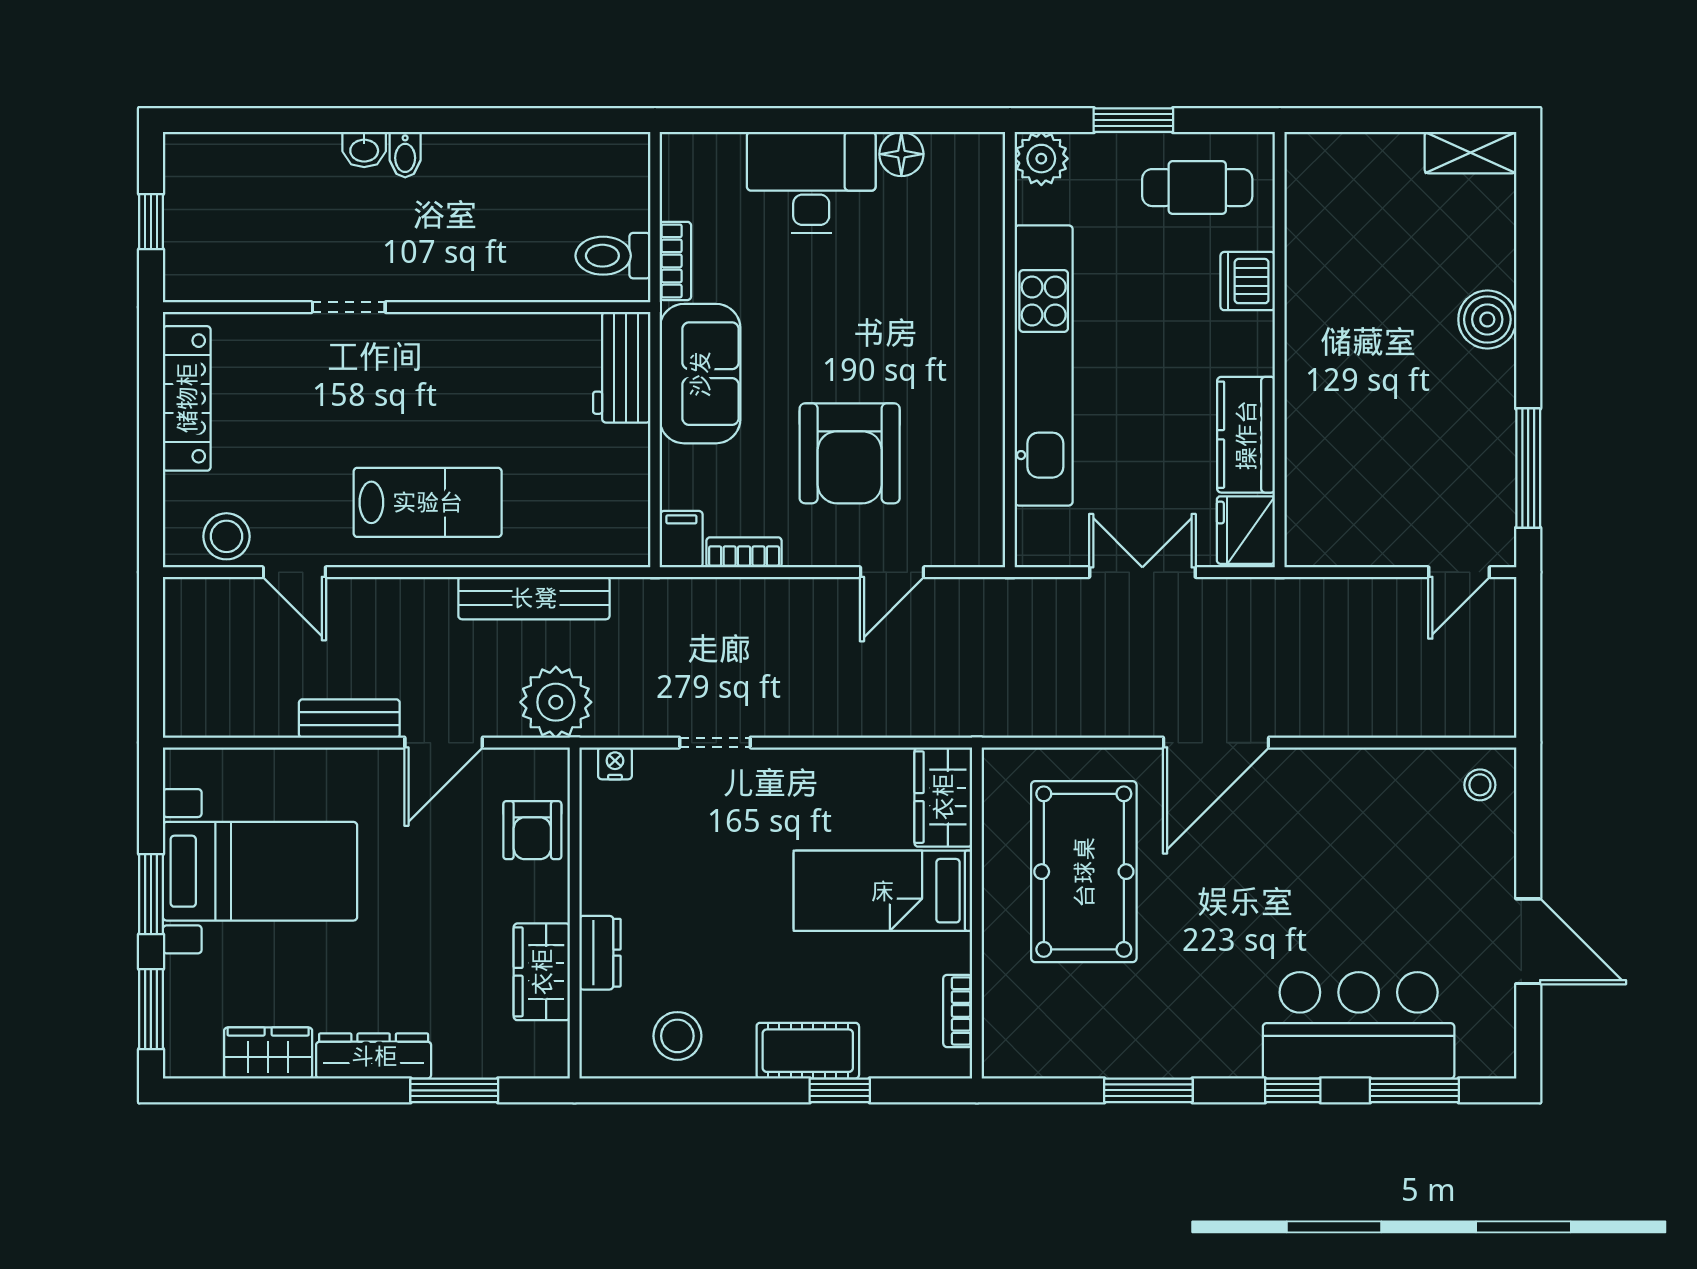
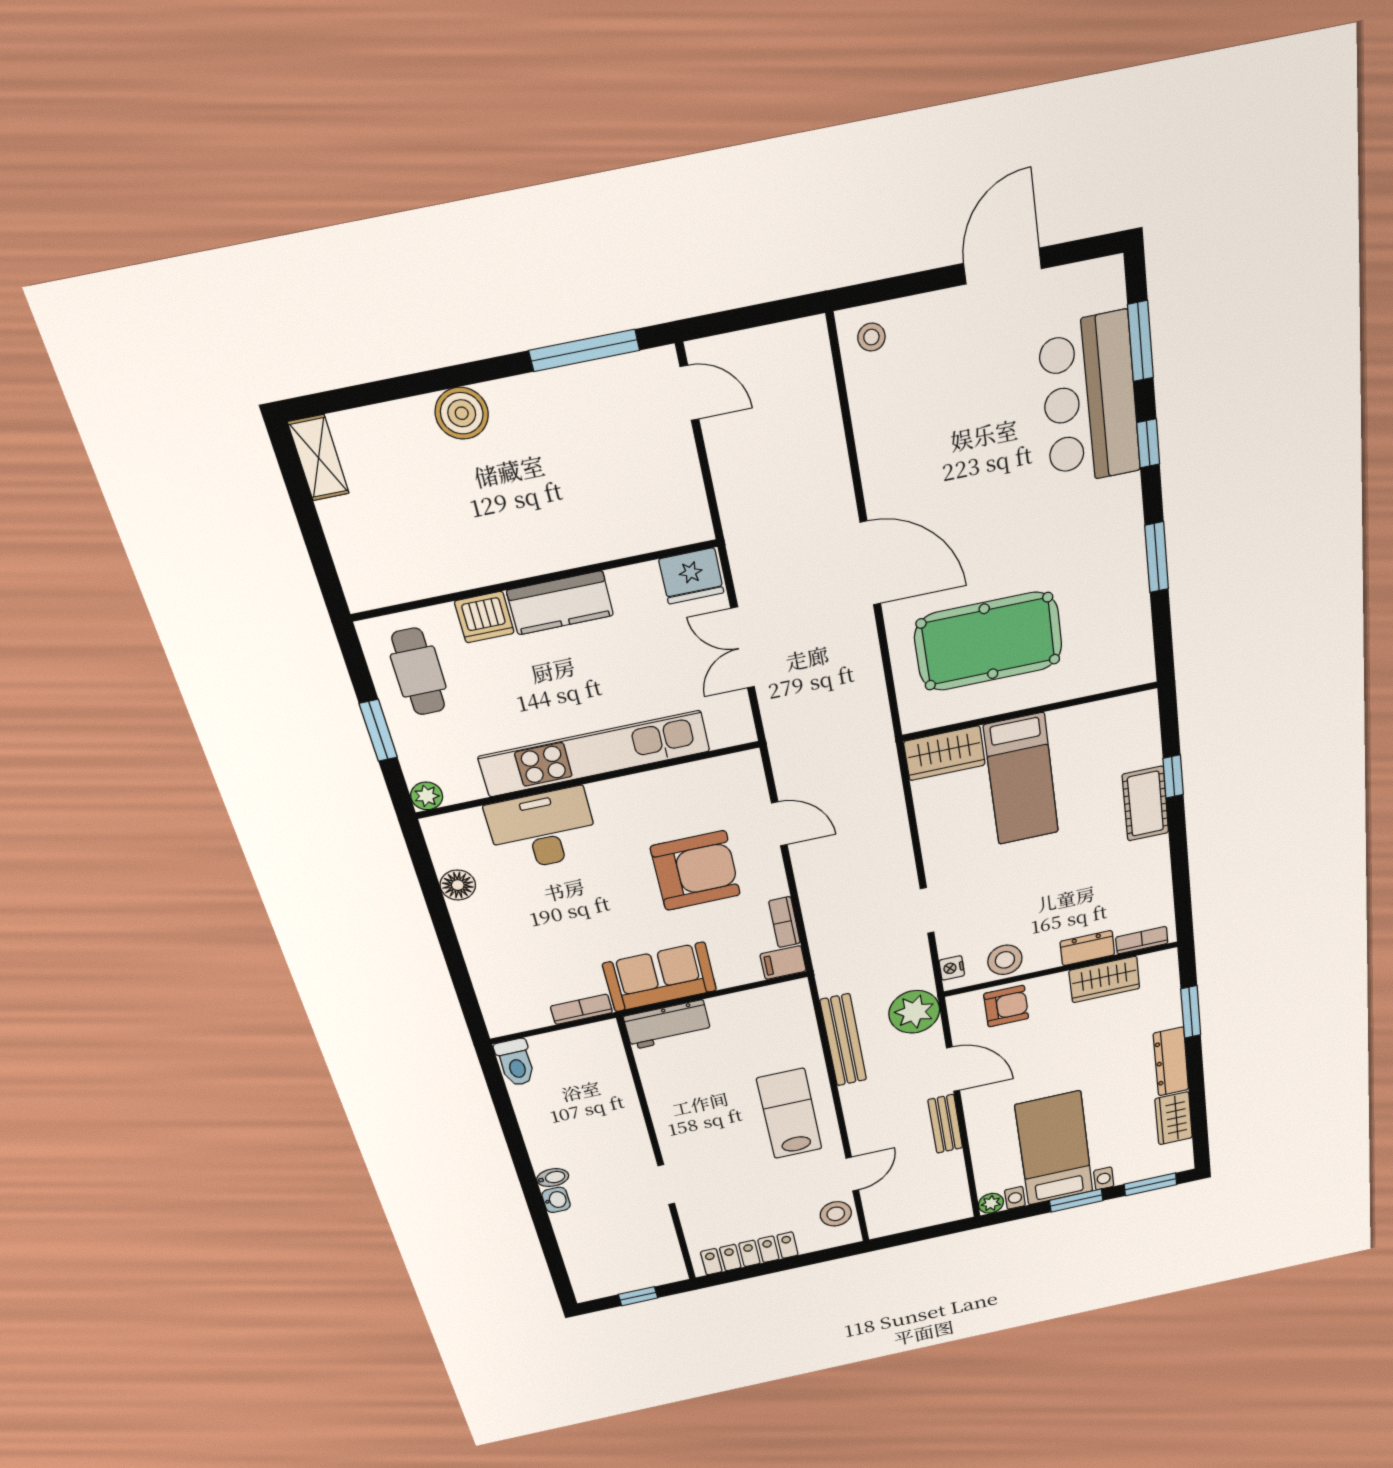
plant: (1041, 159) -> (427, 796), width x0.73, depth x0.73
desk: (811, 183) -> (542, 830), moved, turned 90
toilet: (613, 256) -> (516, 1063), moved
kitchen counter: (1246, 435) -> (560, 603), moved
plant: (182, 766) -> (991, 1203), added
bookcase: (958, 1011) -> (1142, 940), moved, turned 180
stool: (677, 1036) -> (1005, 960), moved

